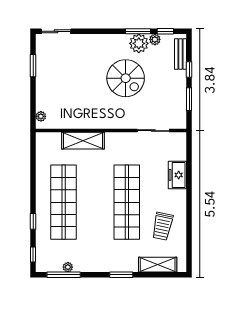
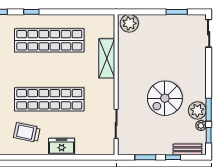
plant: (41, 116) -> (129, 23), width x1.88, depth x1.88
freezer: (177, 175) -> (62, 146), moved

